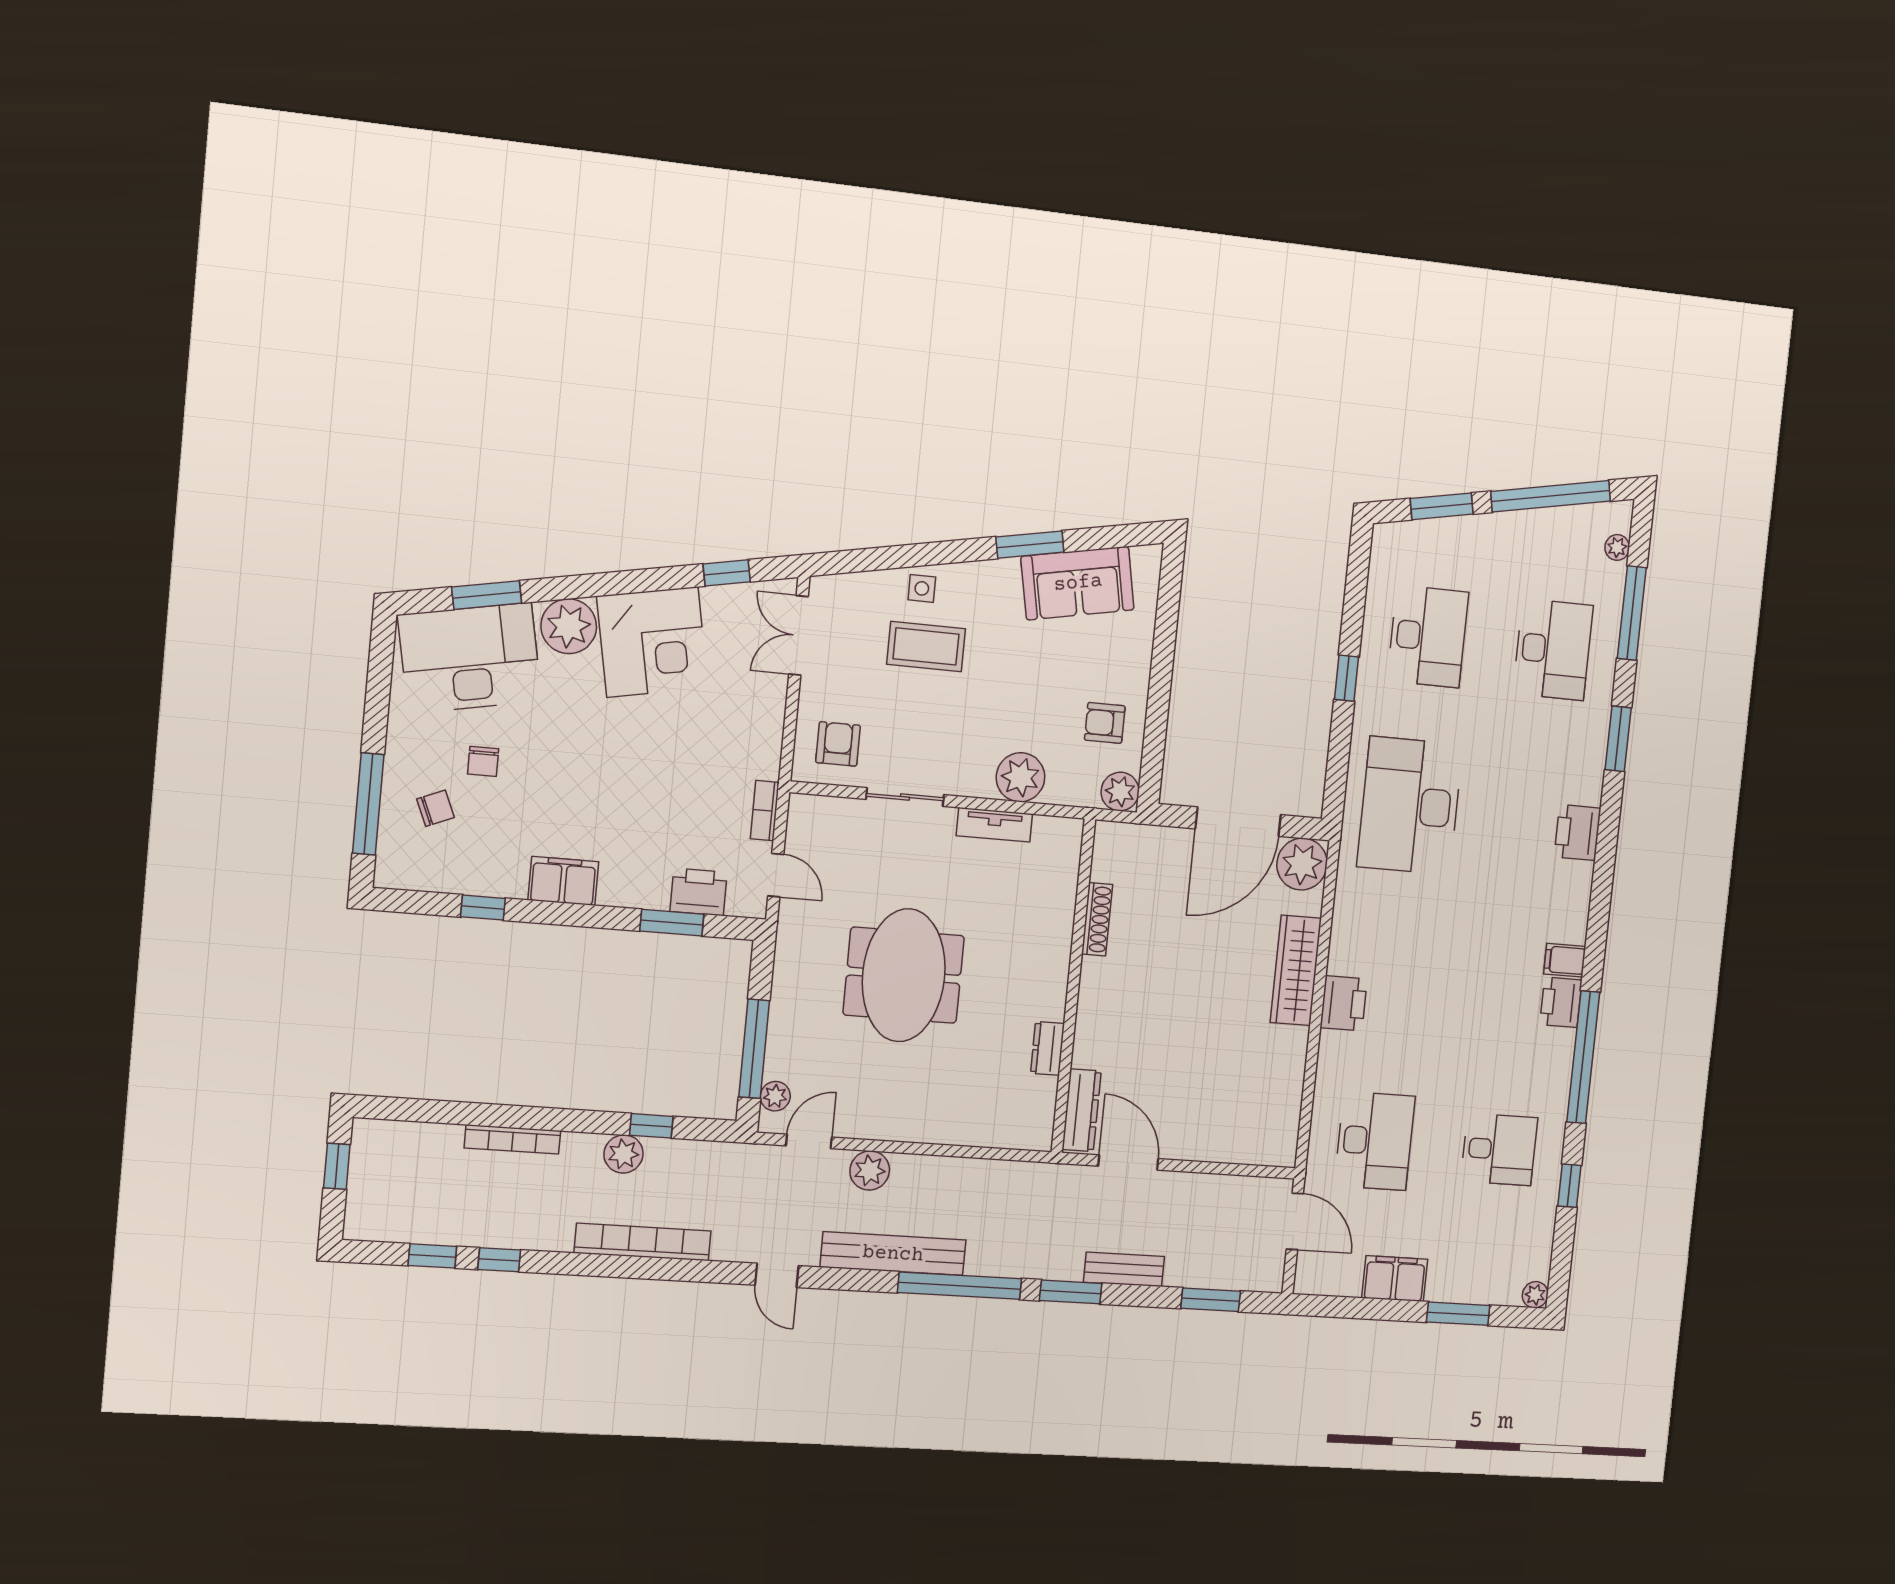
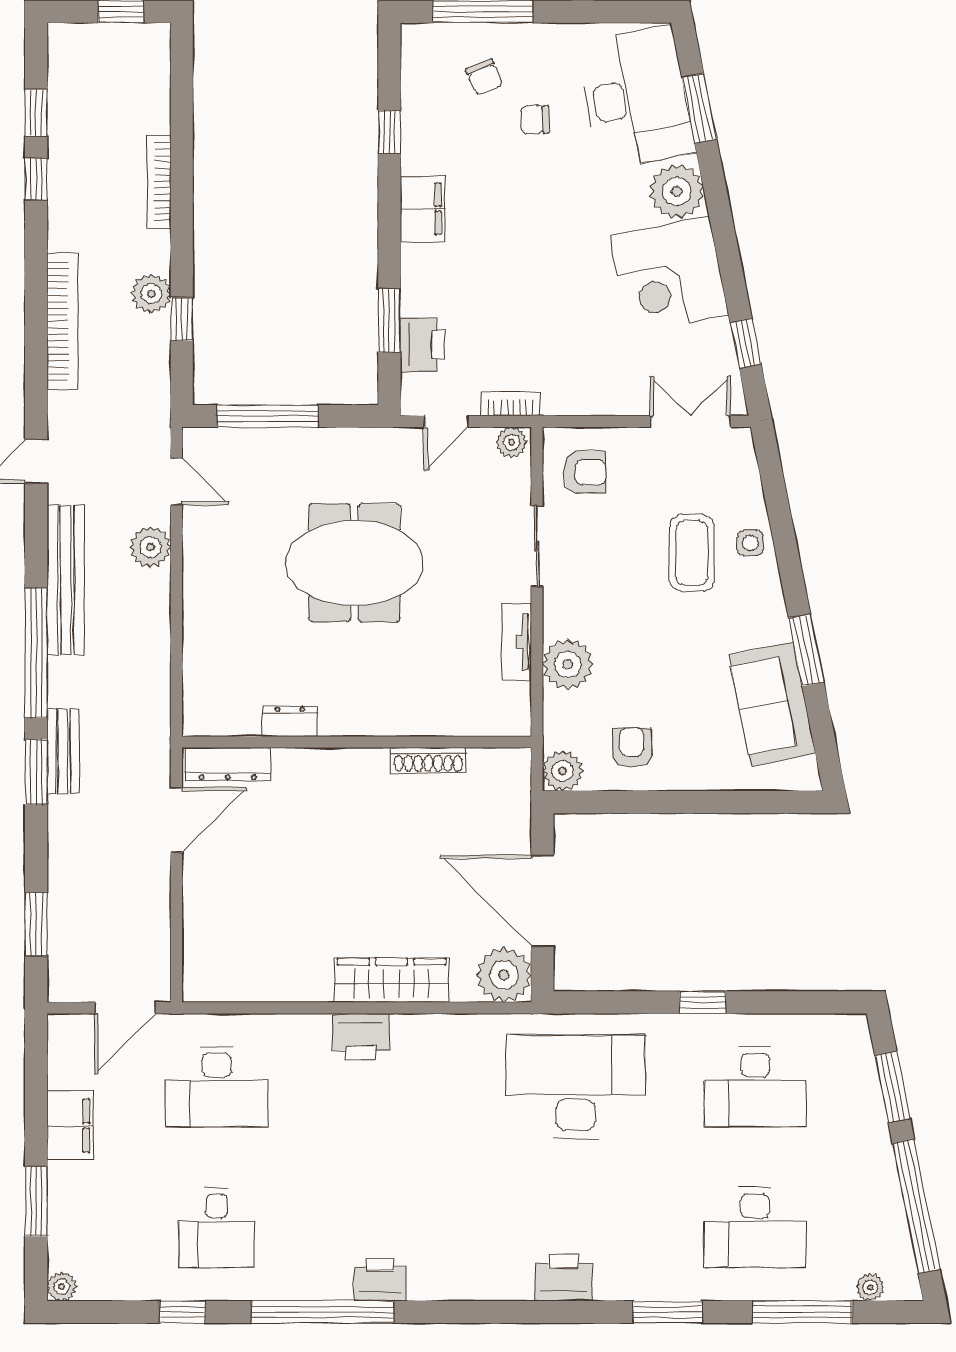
filing cabinet: (1565, 960) -> (426, 1279), removed
plant: (775, 1096) -> (512, 442), moved
bench: (1124, 1269) -> (63, 751), moved

